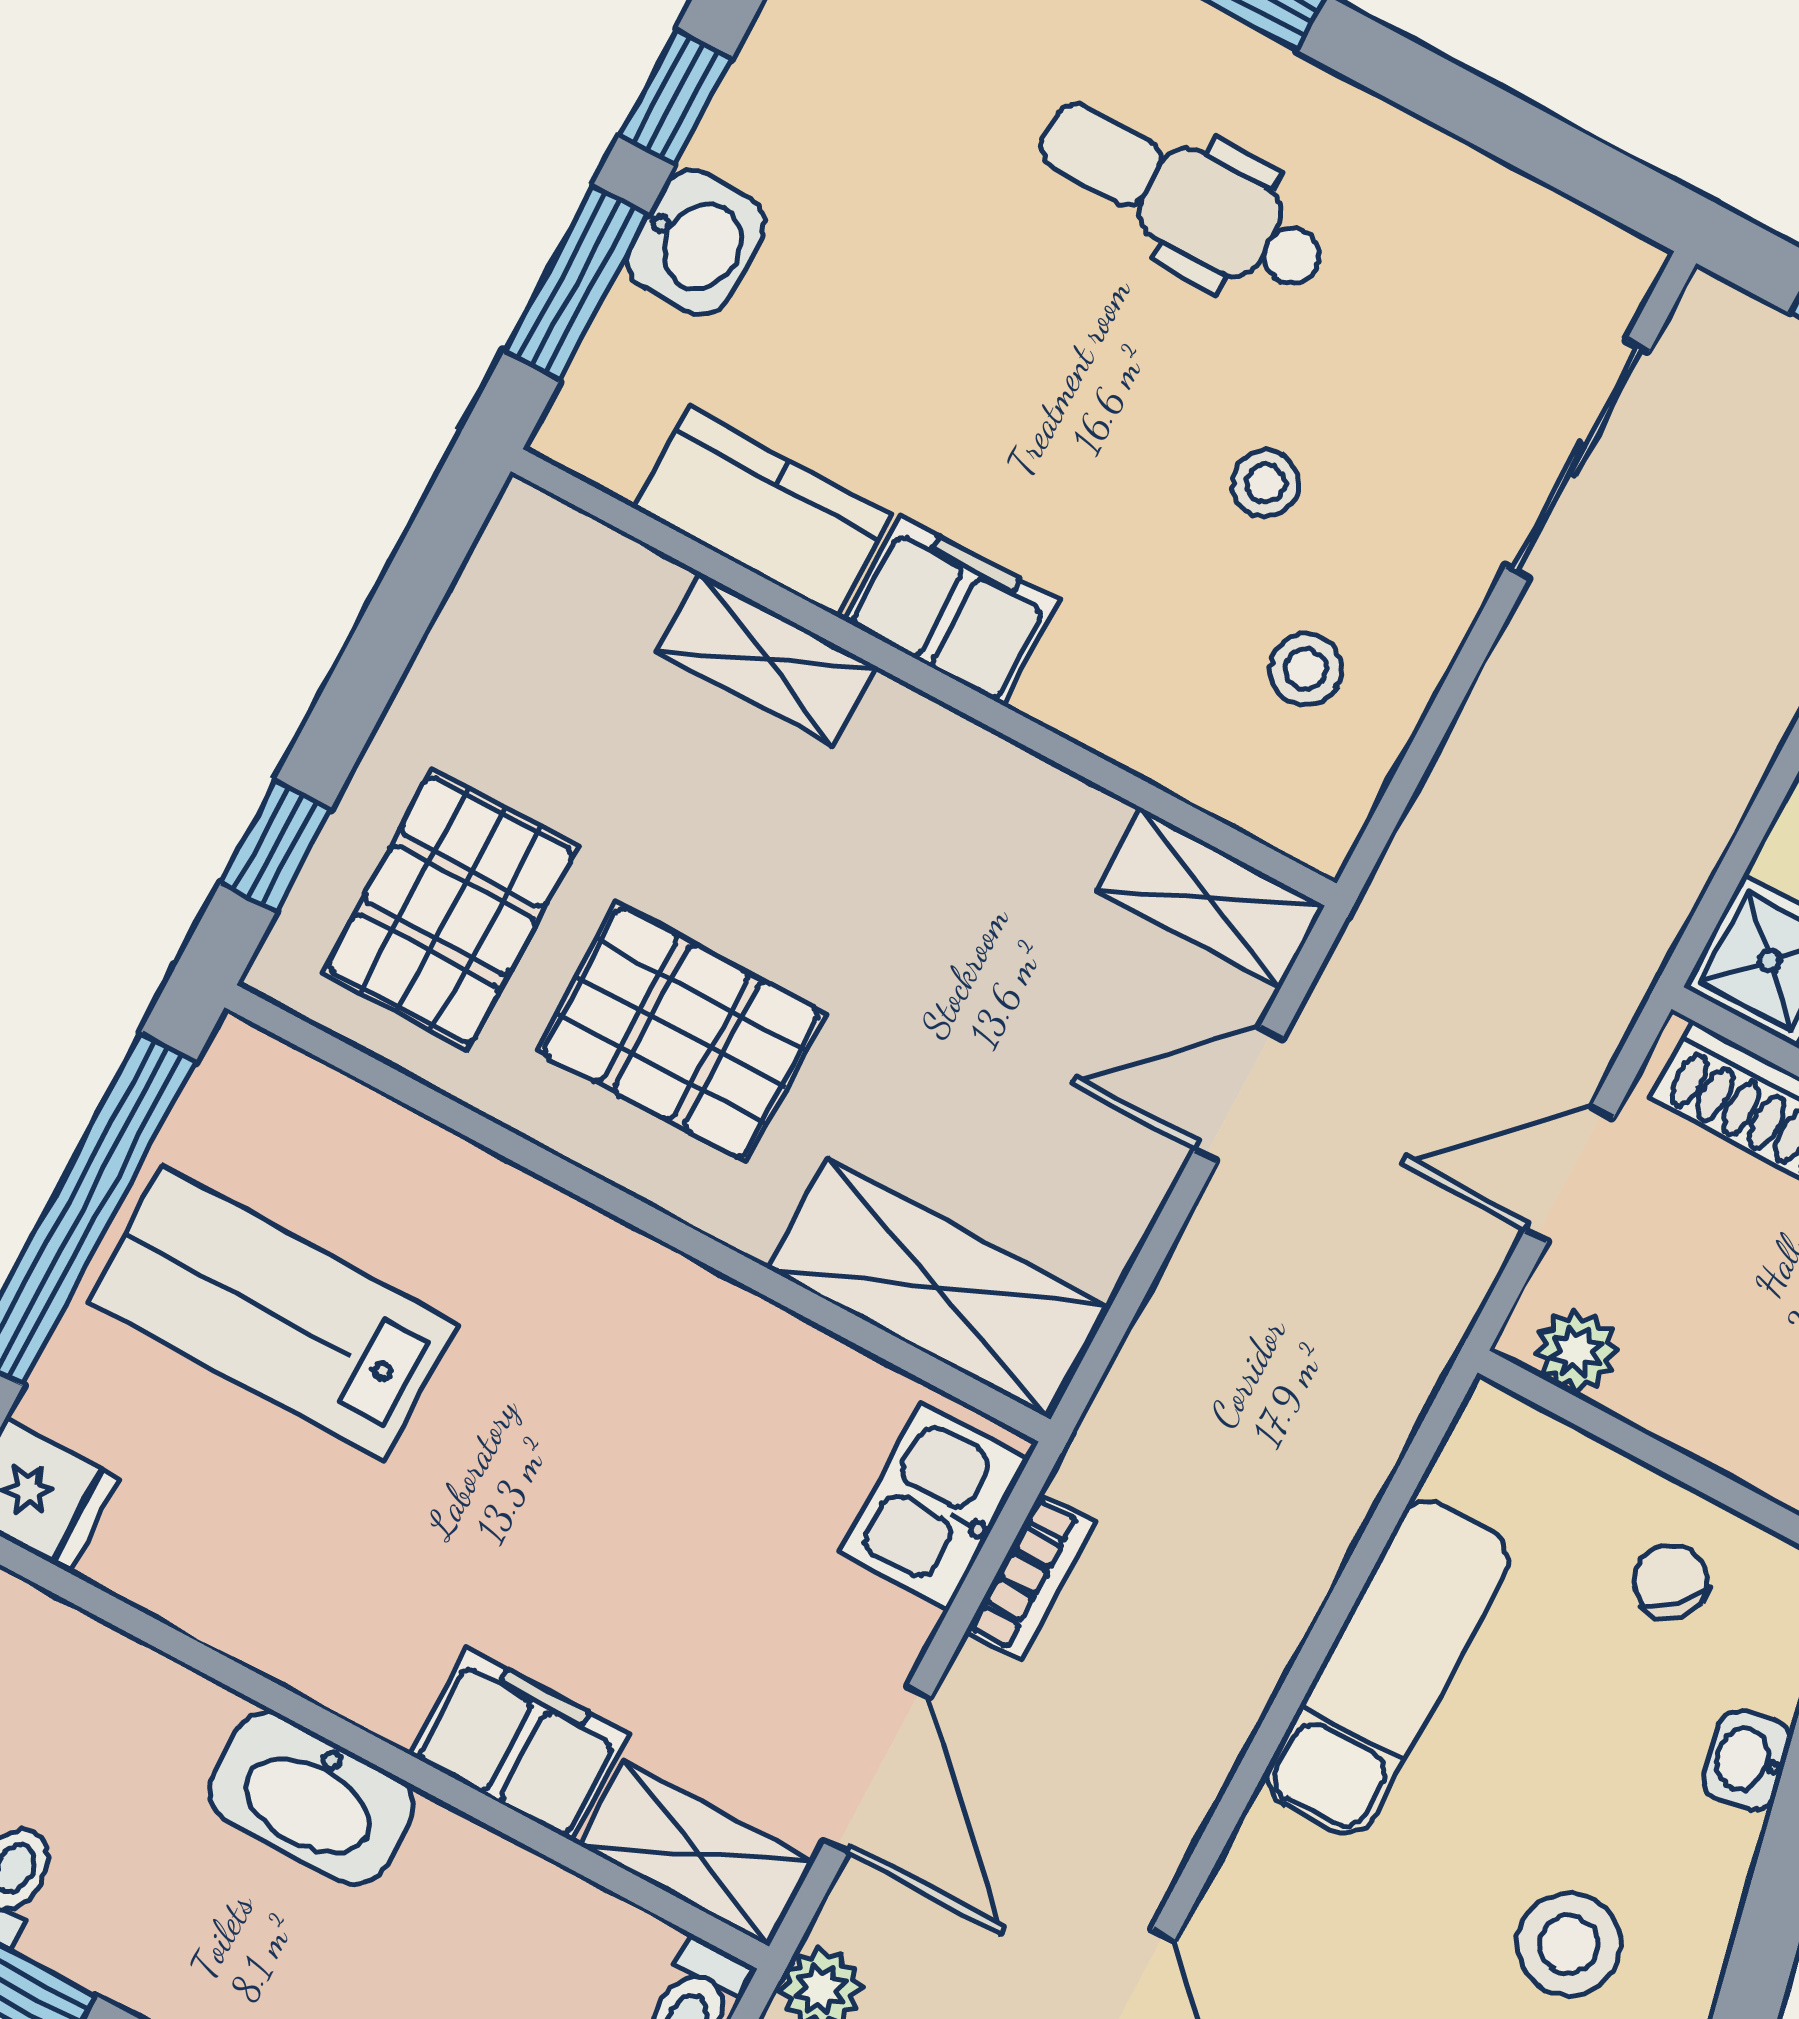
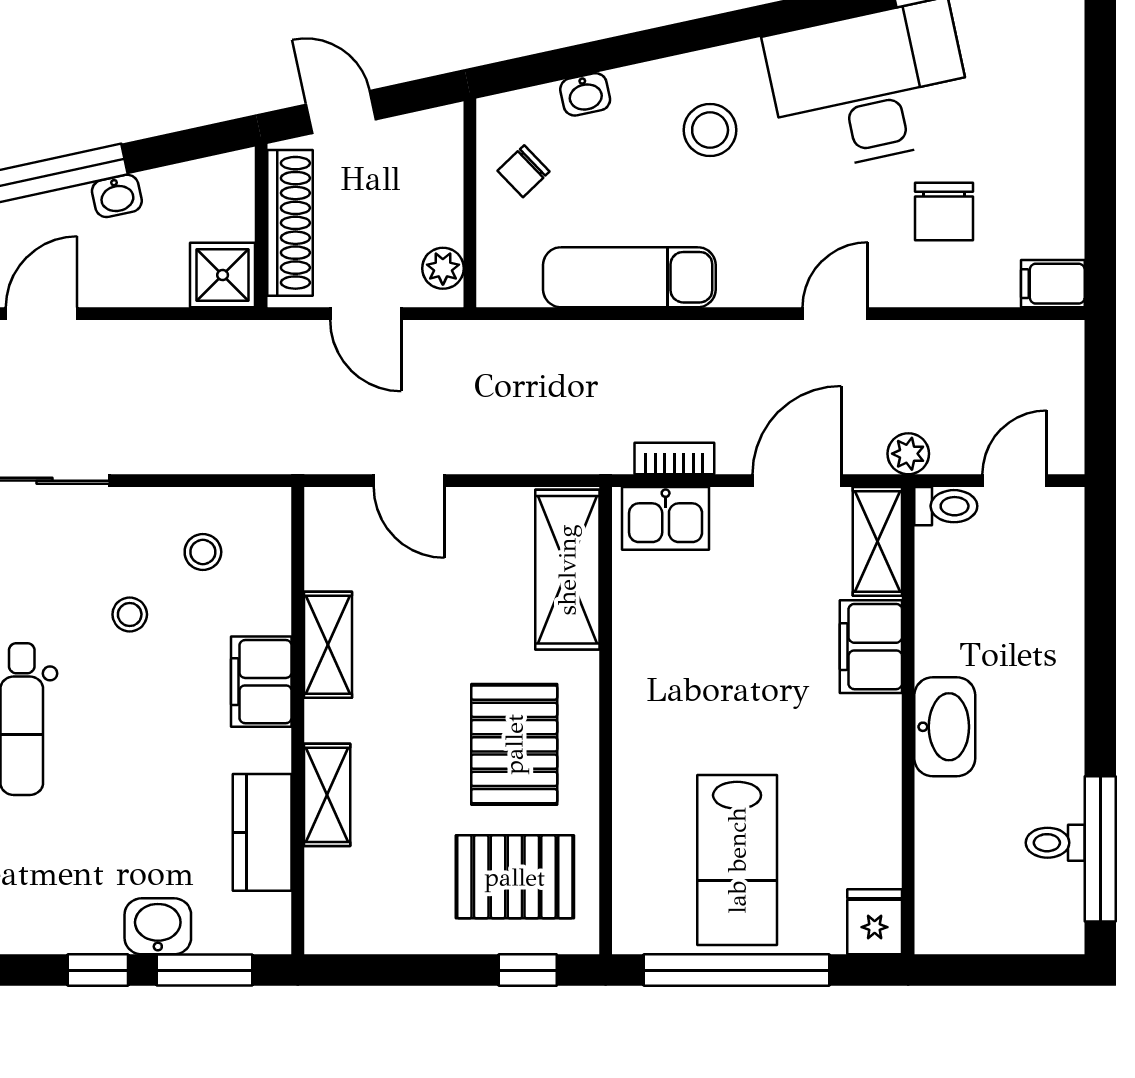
filing cabinet: (951, 610) -> (261, 682), moved
shelving: (1210, 898) -> (328, 645), moved

